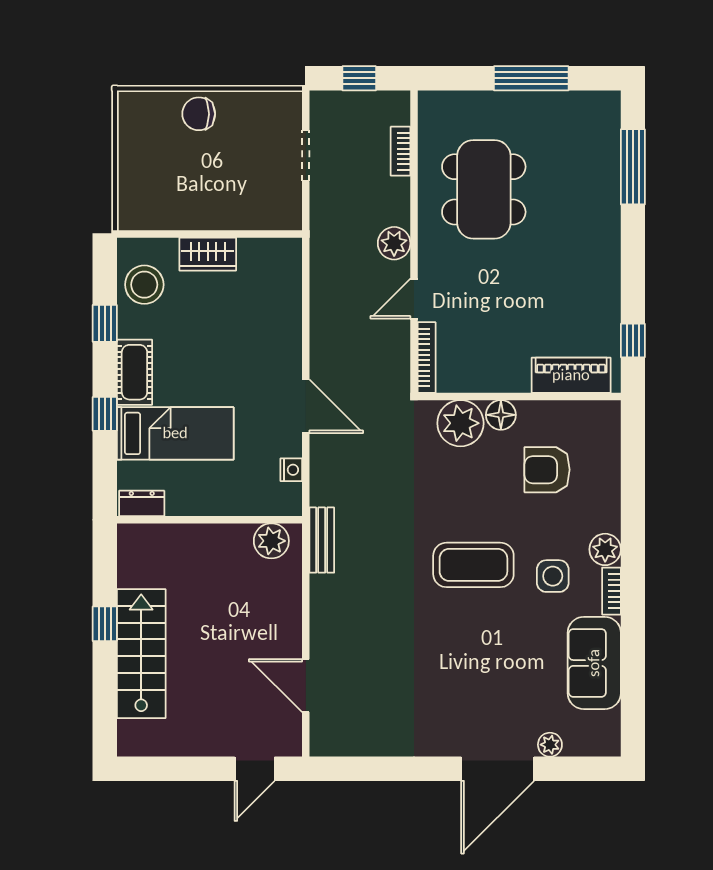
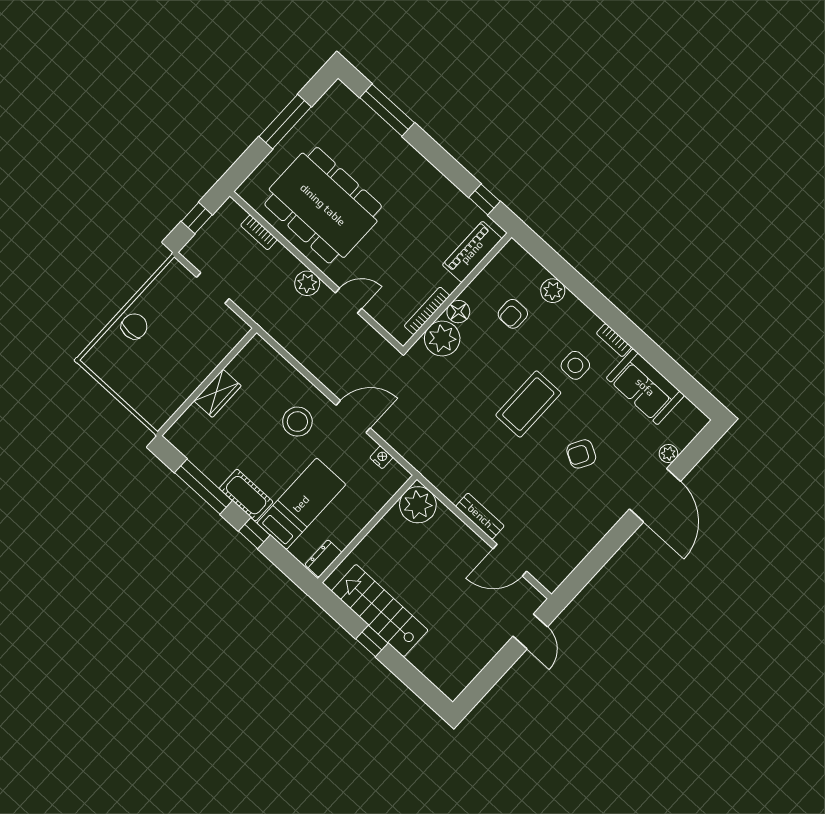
chair: (199, 114) -> (134, 326), turned 180
dining table: (484, 189) -> (323, 205), width x1.36, depth x1.24
stool: (144, 285) -> (297, 422), moved
door: (414, 299) -> (348, 301), swing flipped
window: (105, 323) -> (203, 487), width x2.17
bookcase: (427, 357) -> (427, 311), moved, turned -90
armchair: (547, 470) -> (513, 314), width x0.72, depth x0.72
bench: (322, 540) -> (480, 516), moved
plant: (271, 541) -> (418, 505), width x1.36, depth x1.36
plant: (605, 549) -> (553, 291), moved
stairs: (141, 654) -> (380, 611), moved
armchair: (472, 661) -> (581, 454), added

